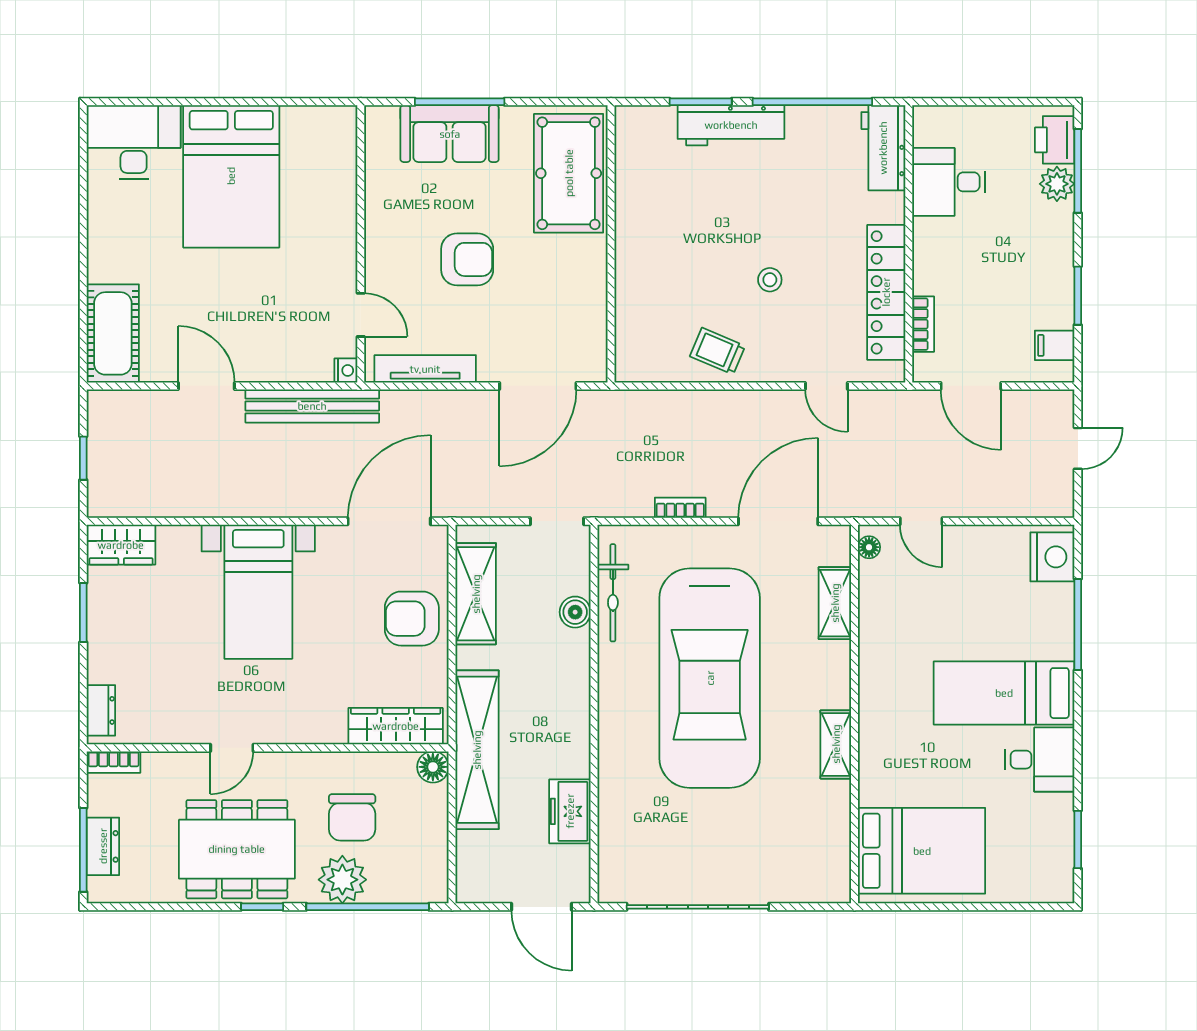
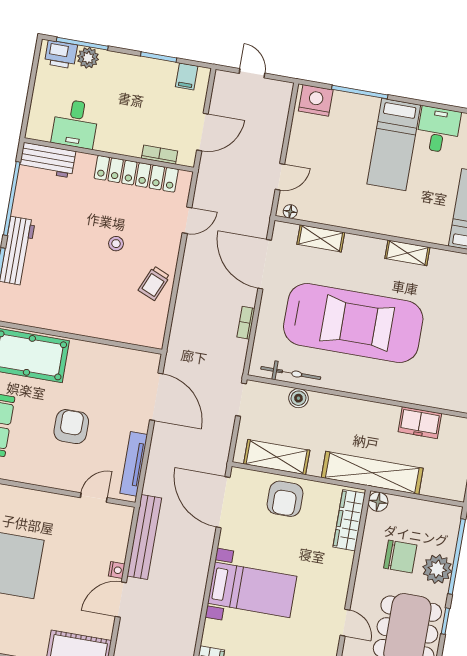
nightstand: (346, 370) -> (117, 570), moved, turned 90

